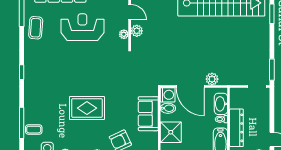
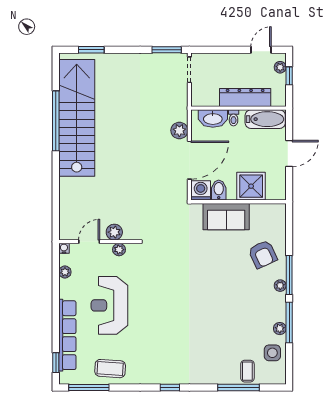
rug: (87, 108) -> (218, 299), removed

